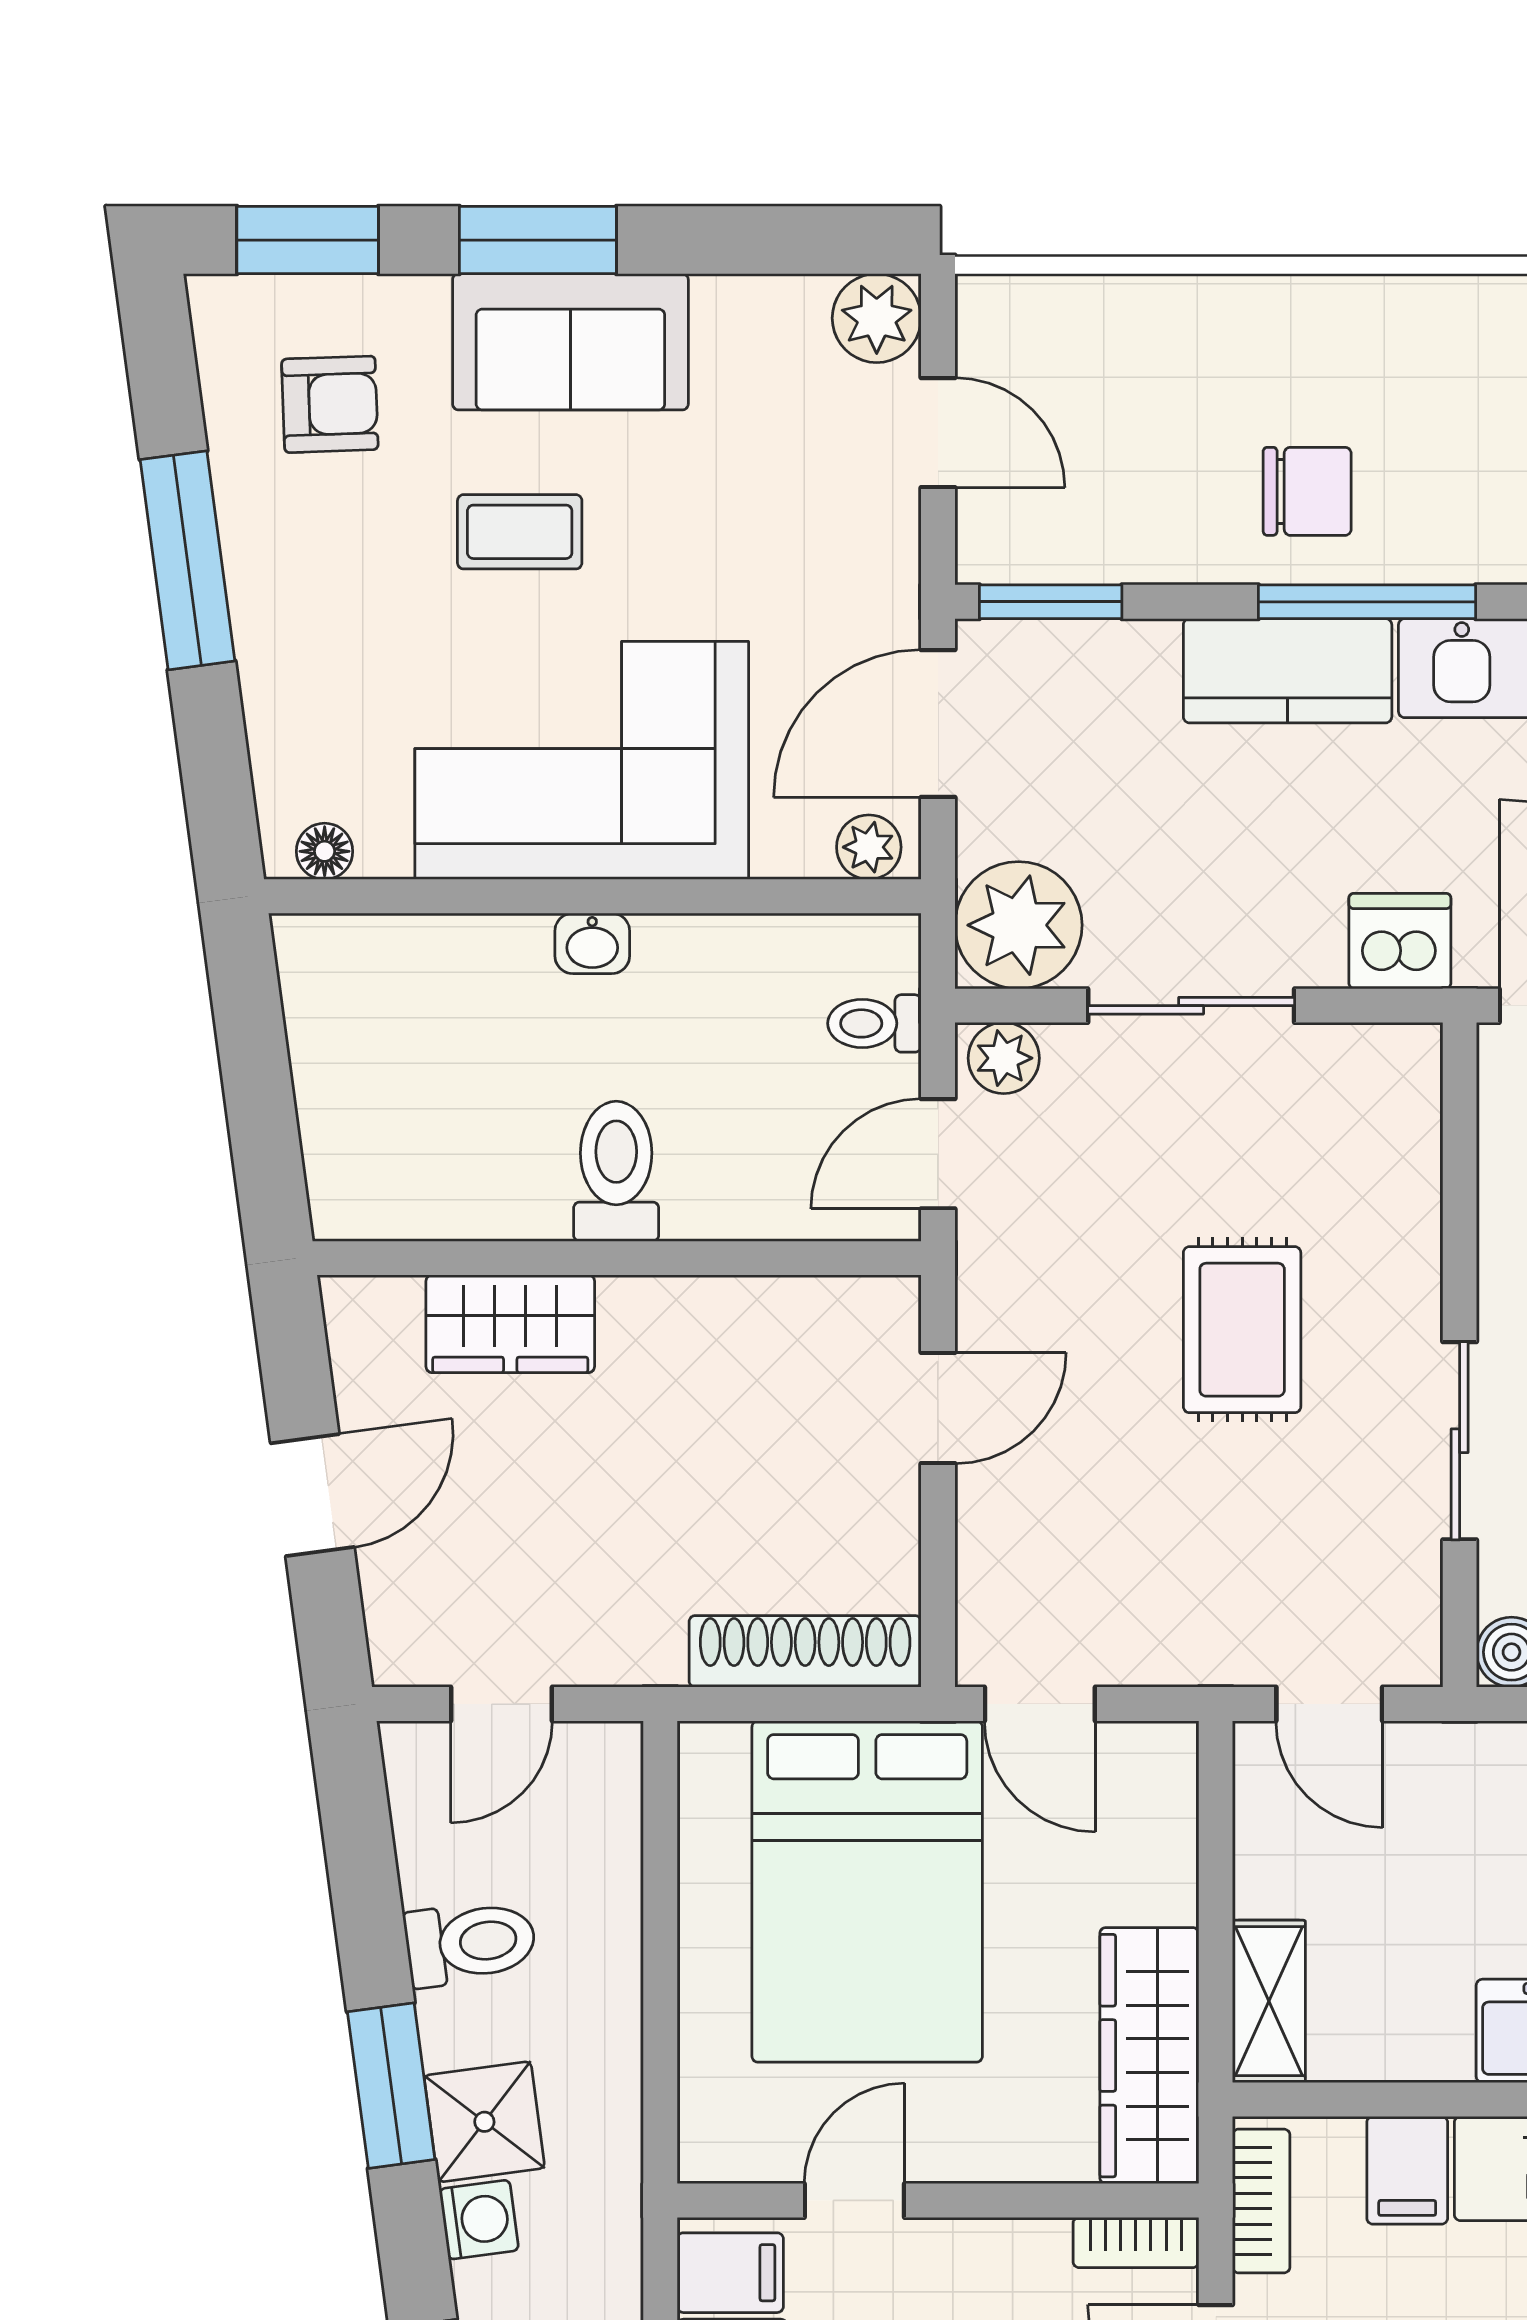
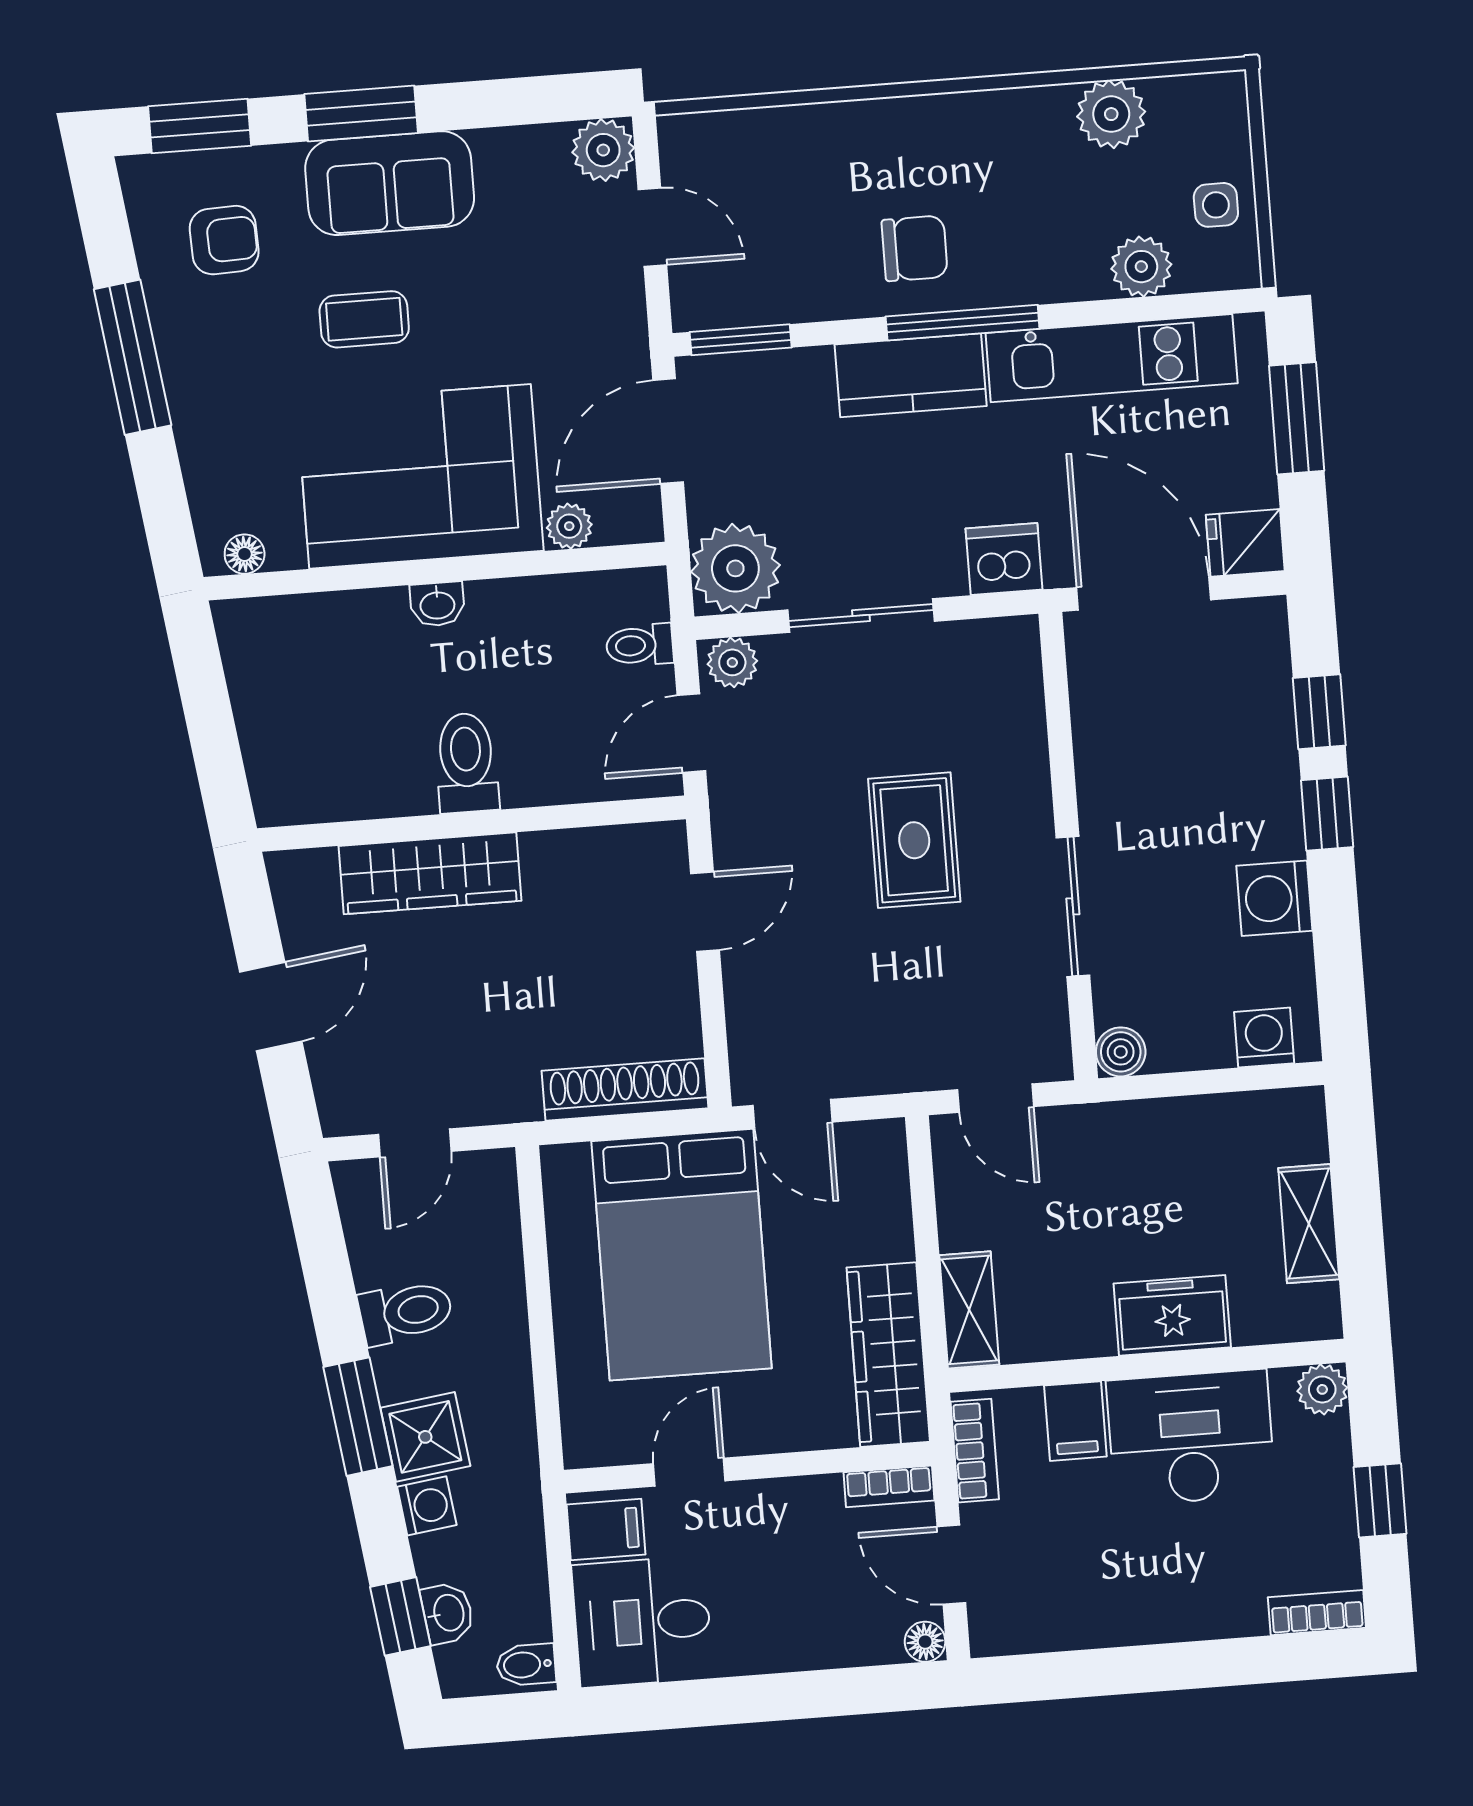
plant: (869, 847) -> (569, 526), moved
wardrobe: (510, 1324) -> (430, 873), width x1.50

